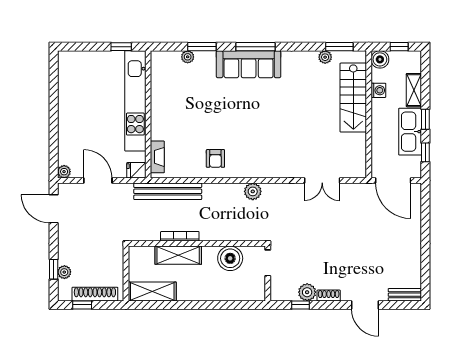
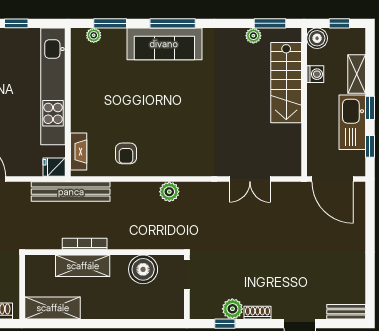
kitchen unit: (135, 101) -> (53, 86), moved
wall: (148, 114) -> (68, 102), moved
fireplace: (157, 157) -> (79, 152), moved
fridge: (136, 170) -> (54, 167), moved

